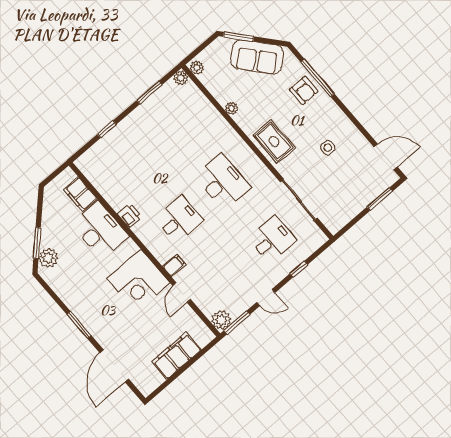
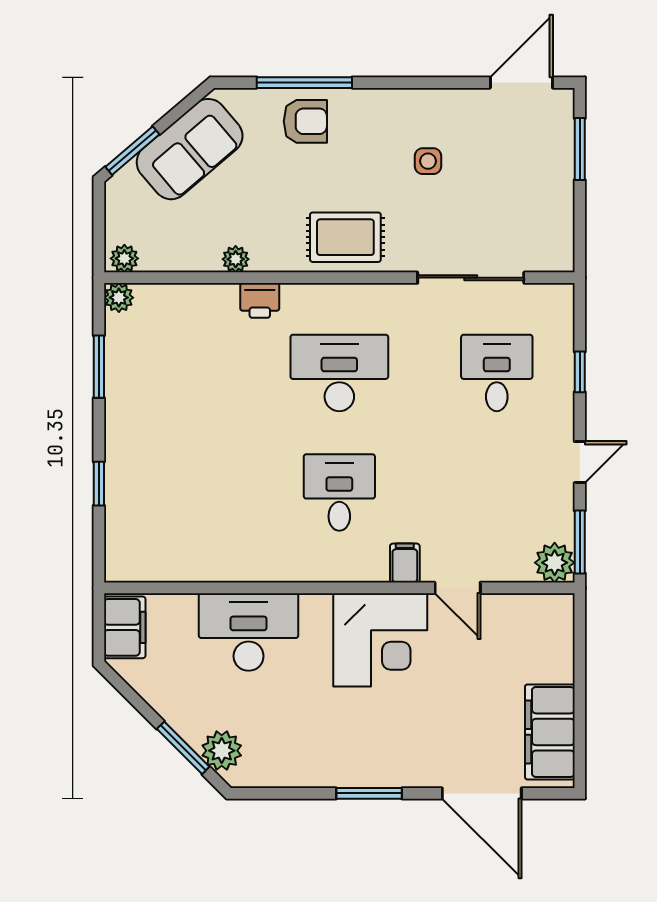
filing cabinet: (80, 194) -> (125, 627), moved, turned -90
printer: (129, 215) -> (260, 300), moved, turned 180
filing cabinet: (177, 356) -> (550, 732), moved

